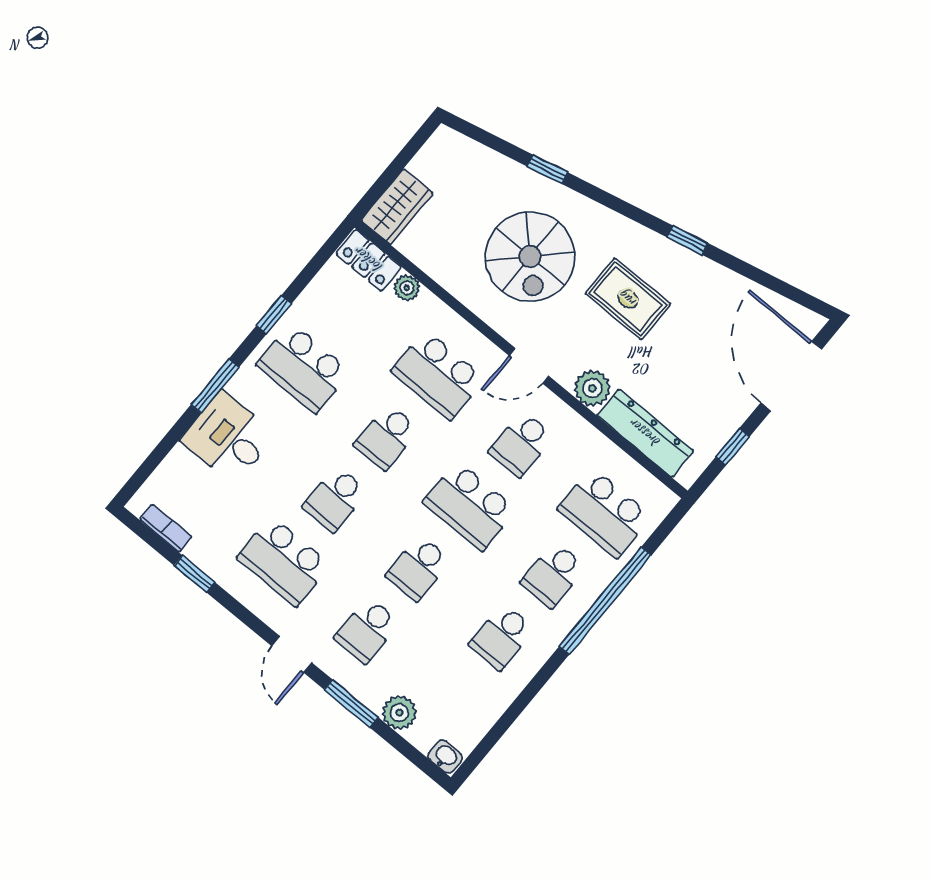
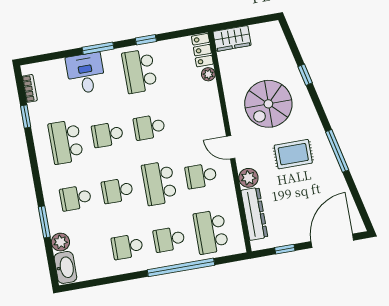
window: (687, 240) -> (337, 151), width x2.17
rug: (628, 299) -> (293, 154), turned 90
school desk: (438, 375) -> (191, 120), removed
door: (292, 654) -> (37, 182), removed
washbasin: (445, 757) -> (65, 267), width x1.91, depth x1.45

